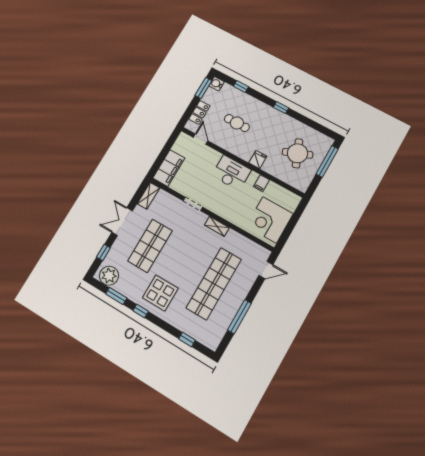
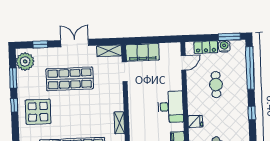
water cooler: (217, 84) -> (224, 46), moved
window: (241, 86) -> (250, 68), width x3.17
doorway: (193, 204) -> (125, 72), moved

